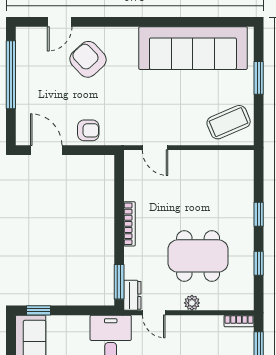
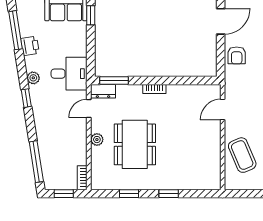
coffee table: (229, 122) -> (242, 155), moved
bookcase: (129, 224) -> (154, 89), width x0.64

